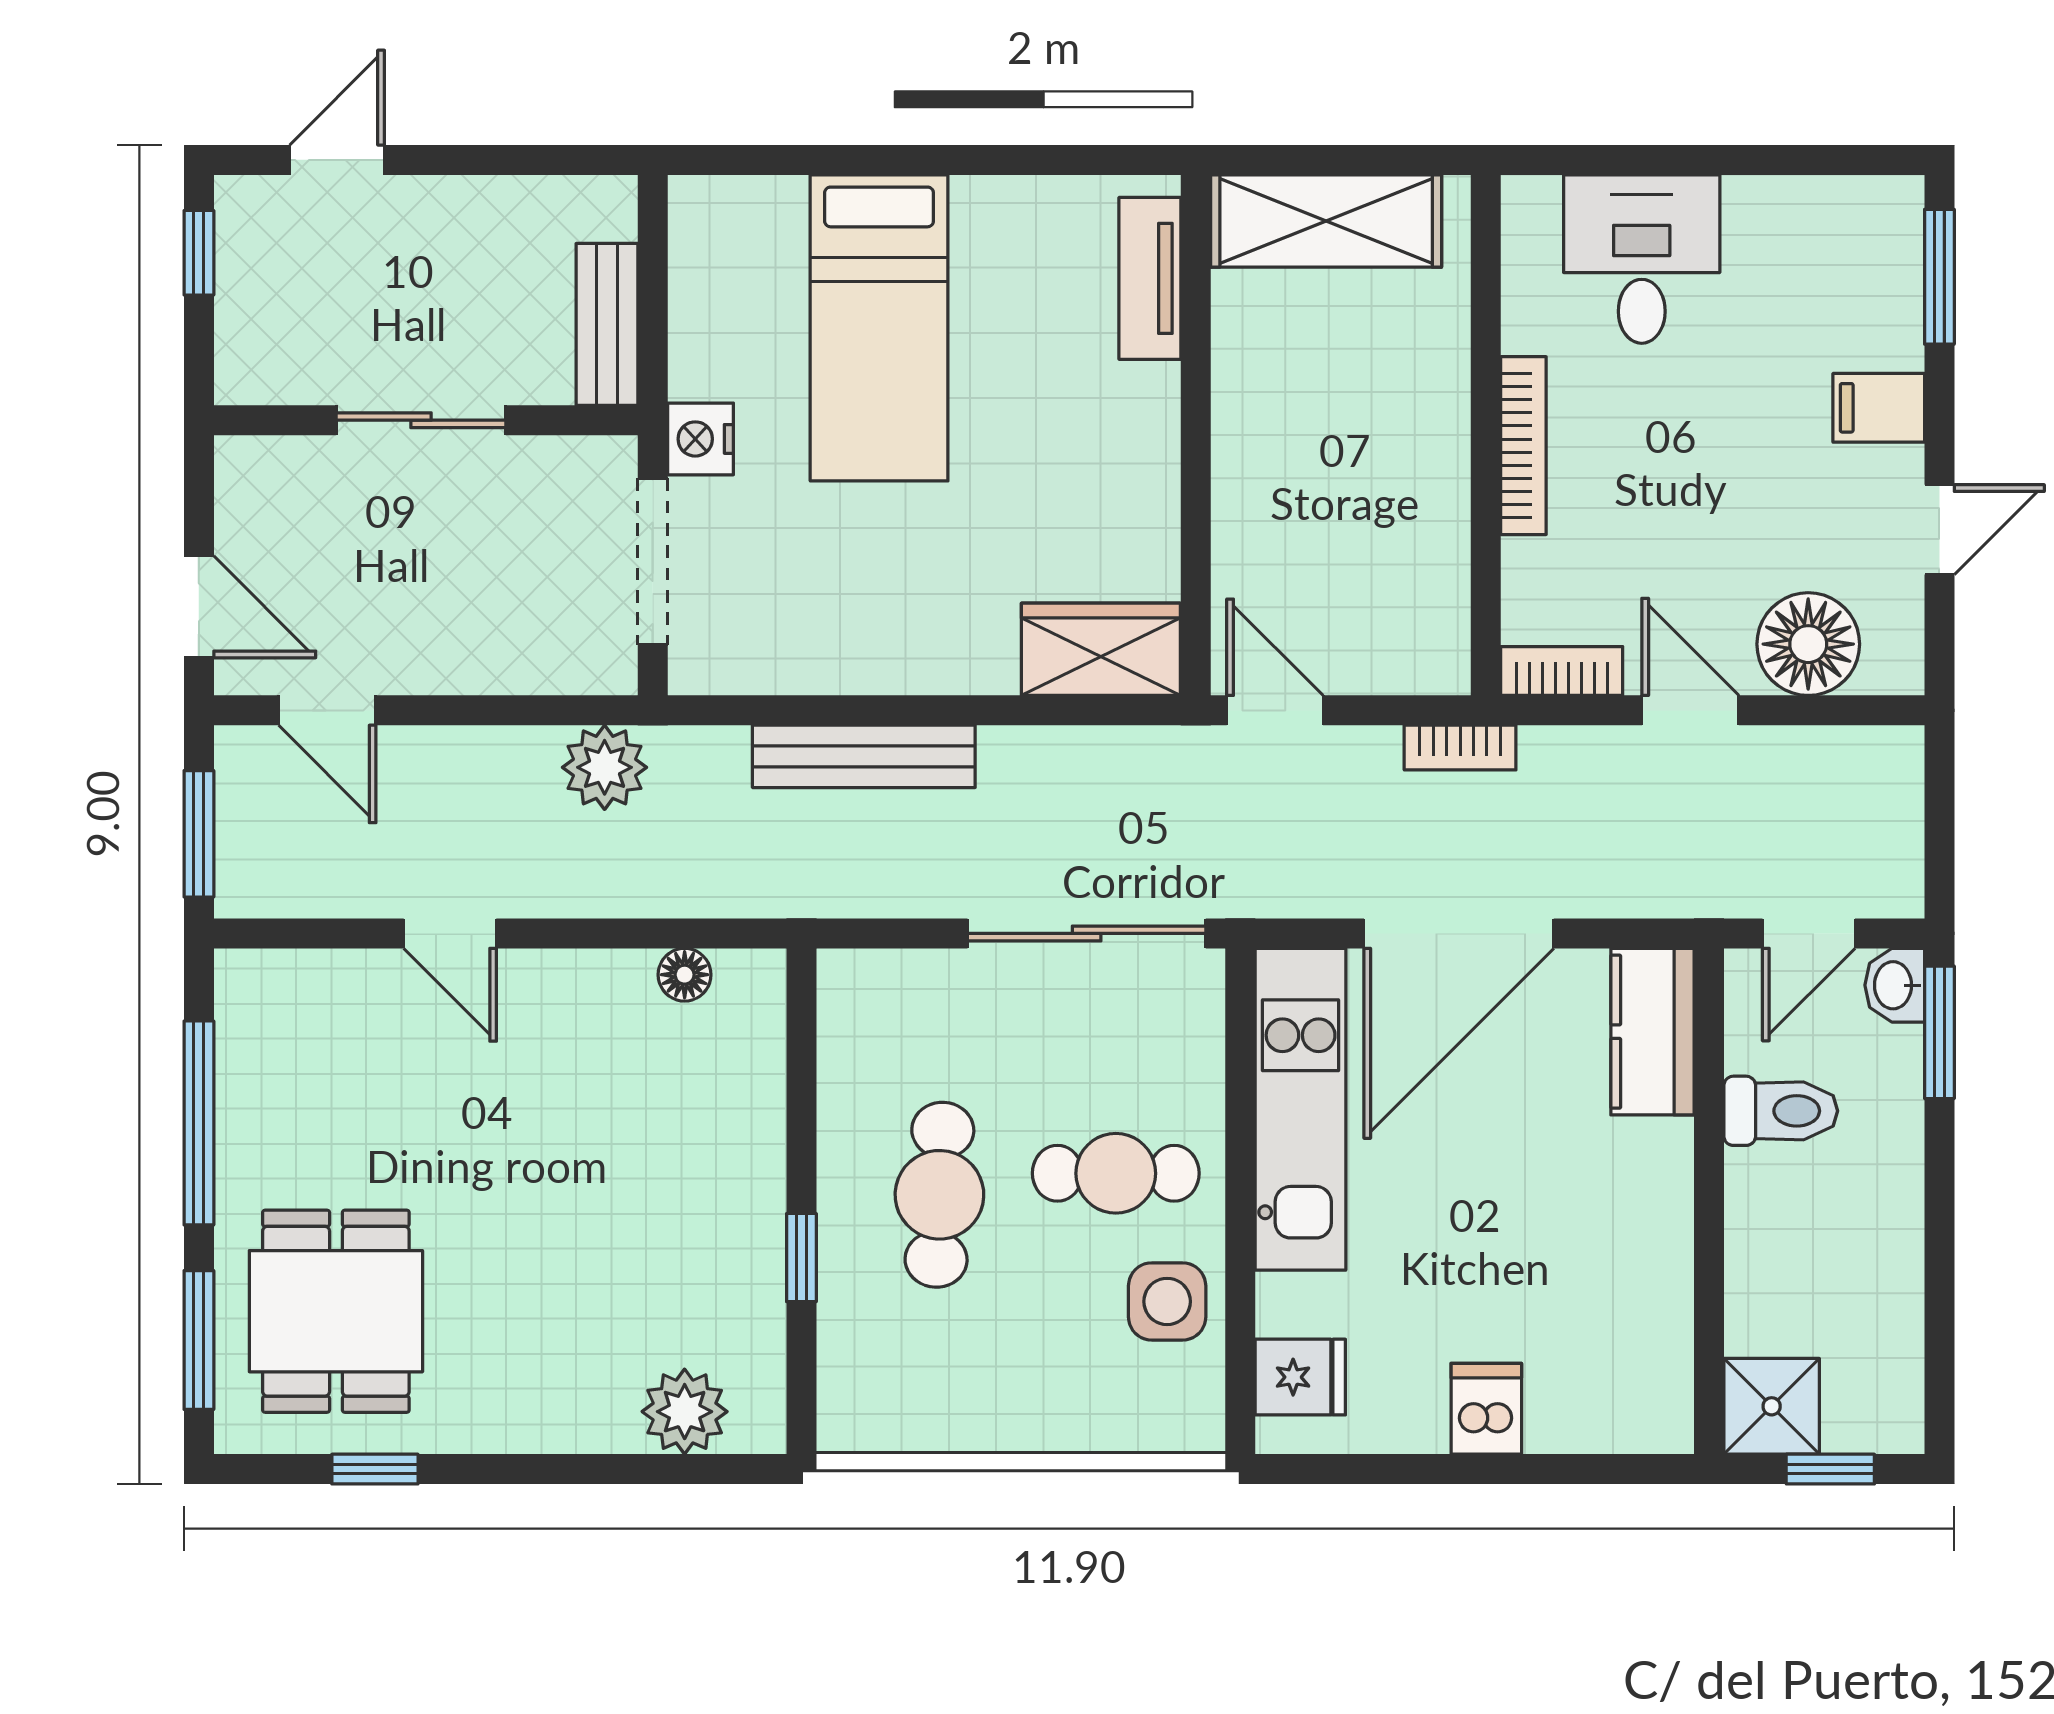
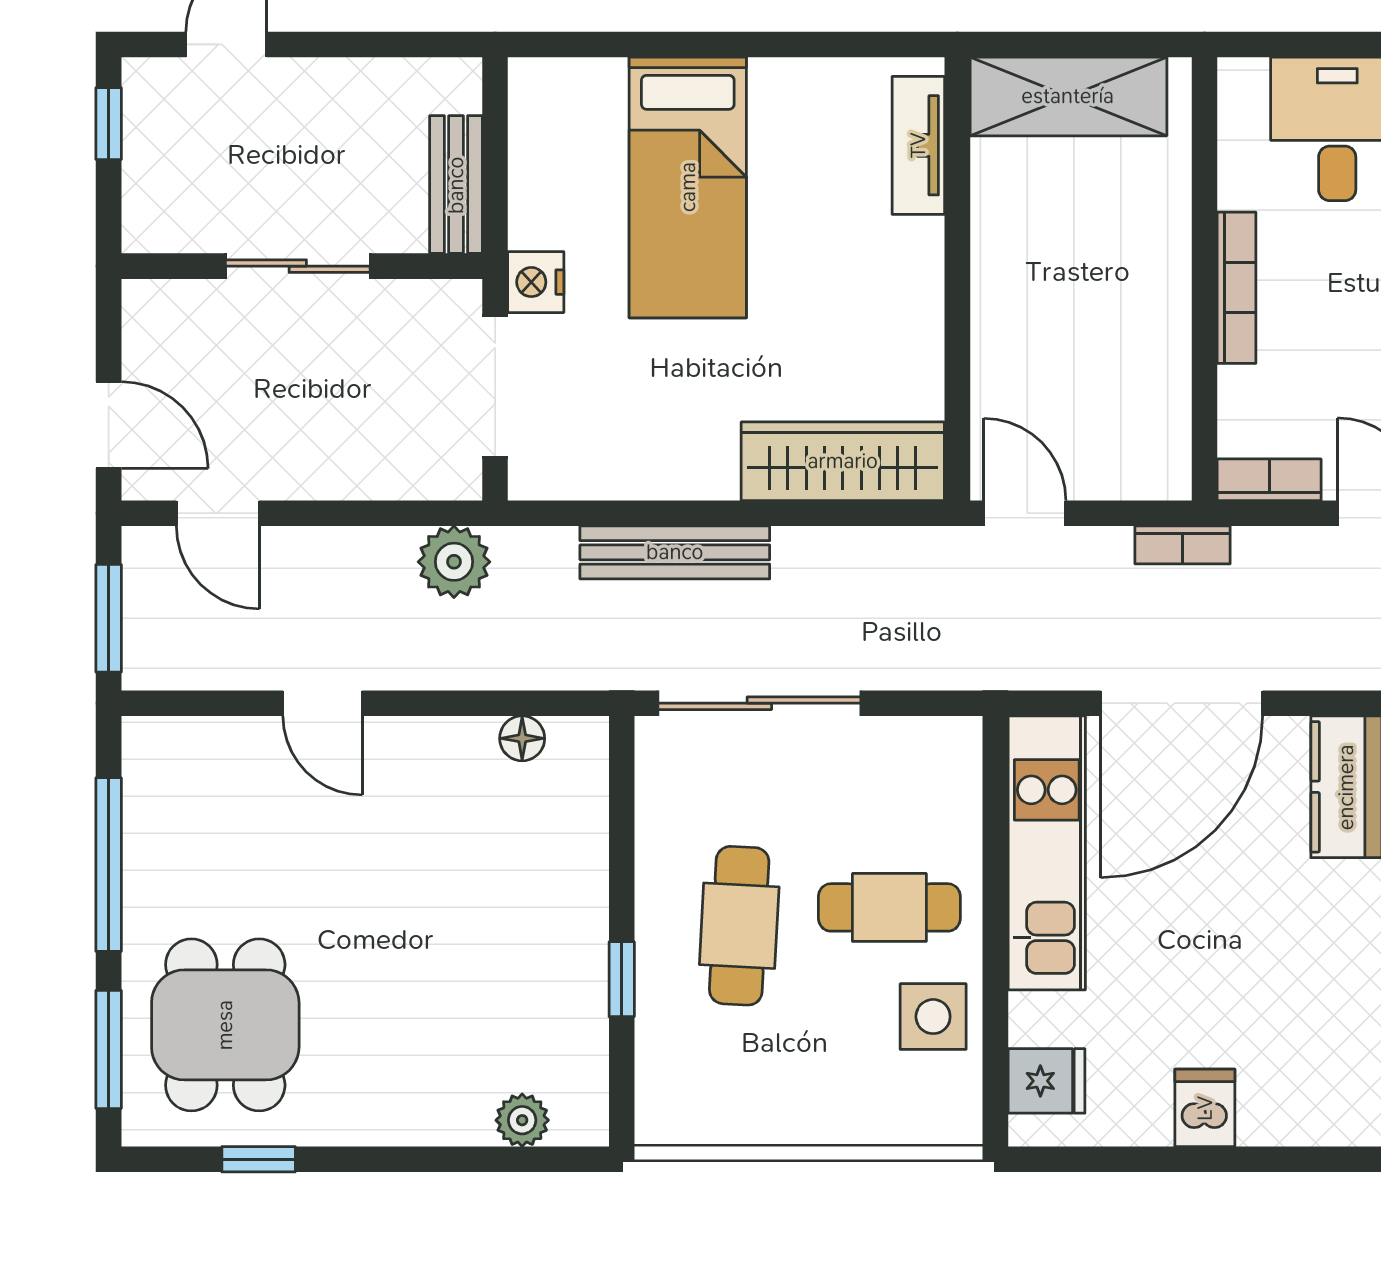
wardrobe: (1101, 649) -> (843, 461), width x1.50
sliding door: (1087, 933) -> (759, 703), moved
plant: (685, 1412) -> (522, 1120), width x0.73, depth x0.73

